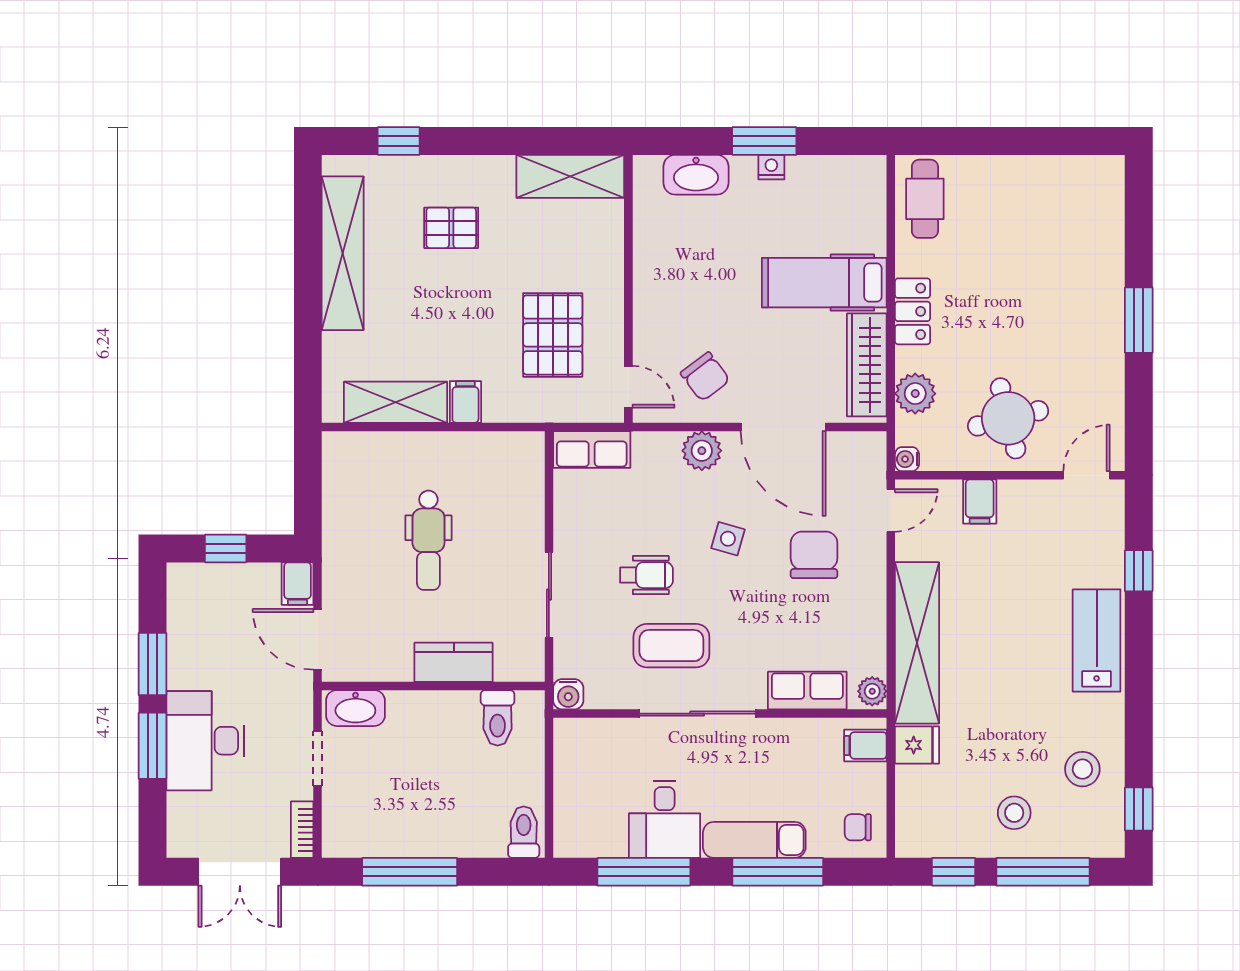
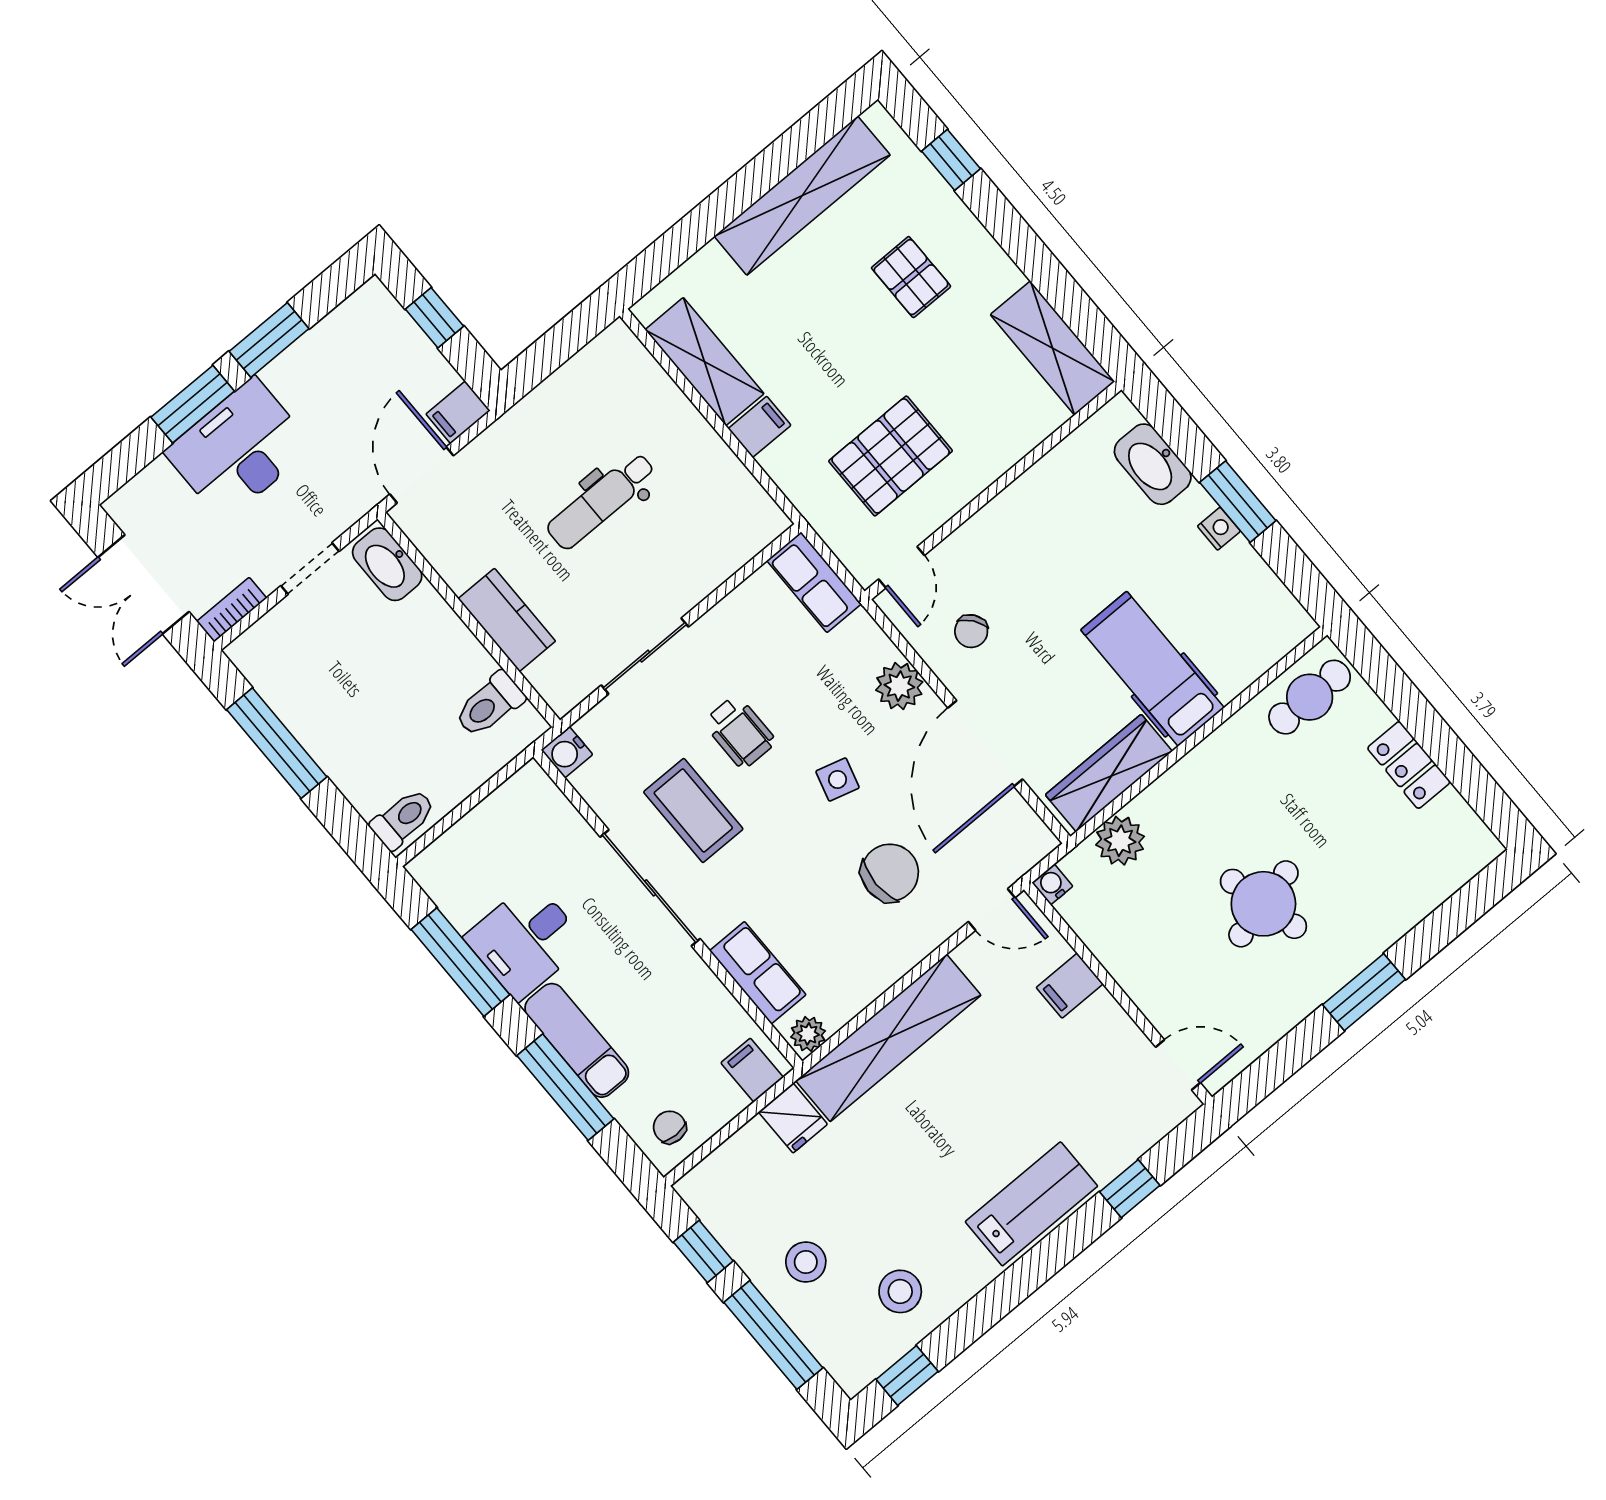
locker: (913, 311) -> (1409, 765), moved, turned 90
chair: (705, 377) -> (971, 631), width x0.73, depth x0.73
round table: (1008, 418) -> (1263, 904), moved

